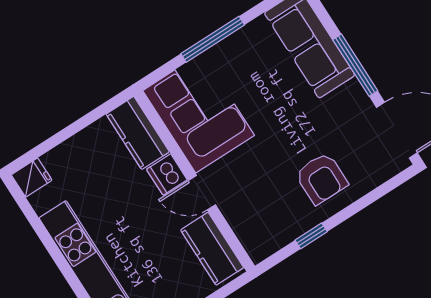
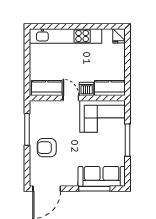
window: (355, 65) -> (94, 189), moved
door: (202, 193) -> (71, 98), hinge flipped
window: (311, 236) -> (27, 129), width x2.17

